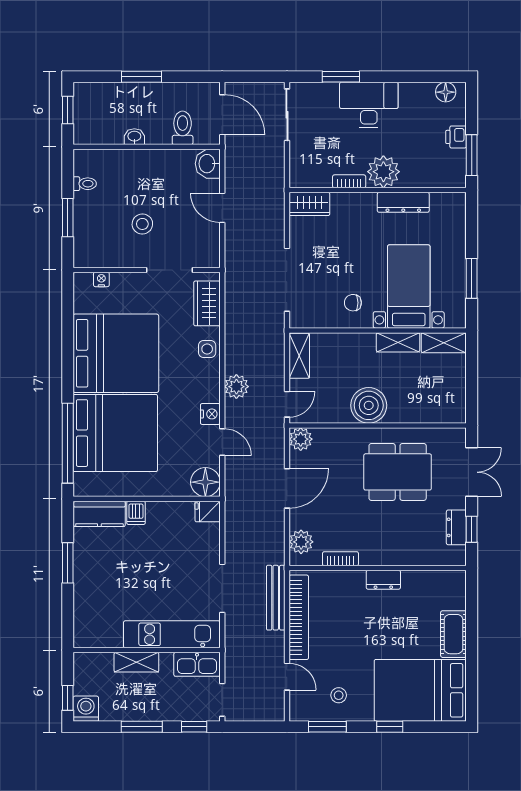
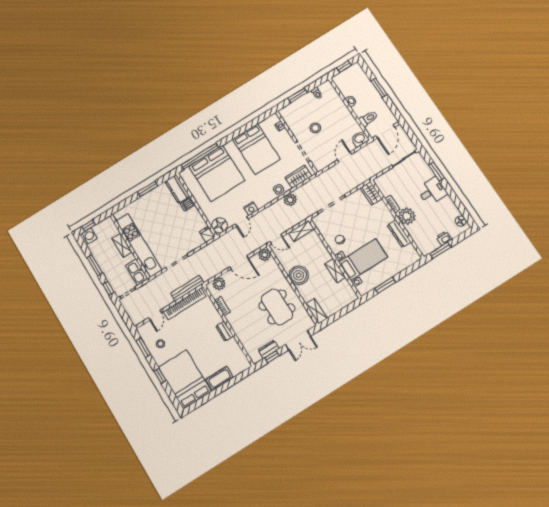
desk: (369, 105) -> (432, 191), width x0.73
shelving: (444, 343) -> (316, 311), moved
bed: (116, 353) -> (256, 149), width x0.73
plant: (236, 387) -> (290, 200), moved
kitchen unit: (172, 634) -> (139, 245), width x1.36

